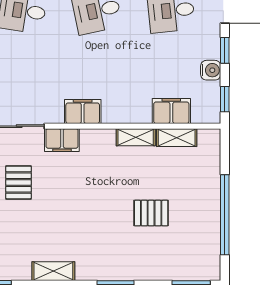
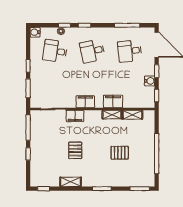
filing cabinet: (171, 111) -> (113, 101), moved
pallet: (18, 182) -> (75, 150), moved

